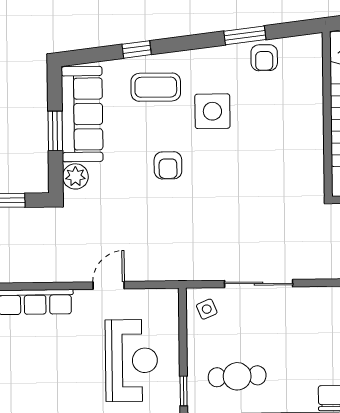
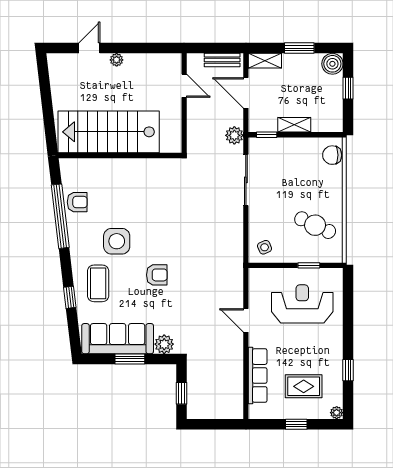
window: (245, 35) -> (60, 216), width x2.11
sliding door: (259, 284) -> (246, 180), moved
rug: (21, 364) -> (304, 386), added
cafe table: (237, 376) -> (315, 225), turned -63
window: (184, 391) -> (309, 265), moved

